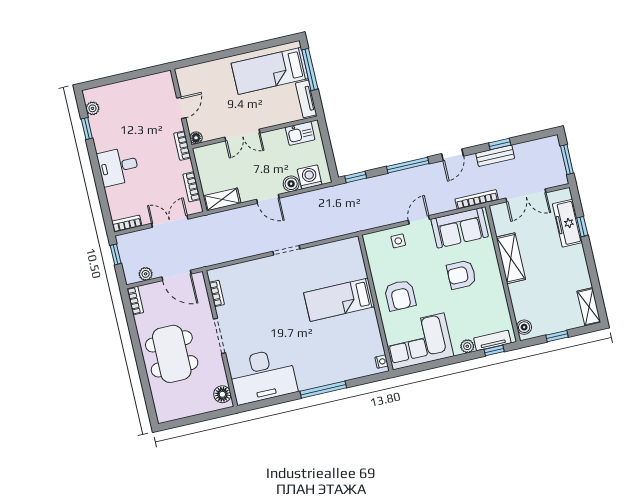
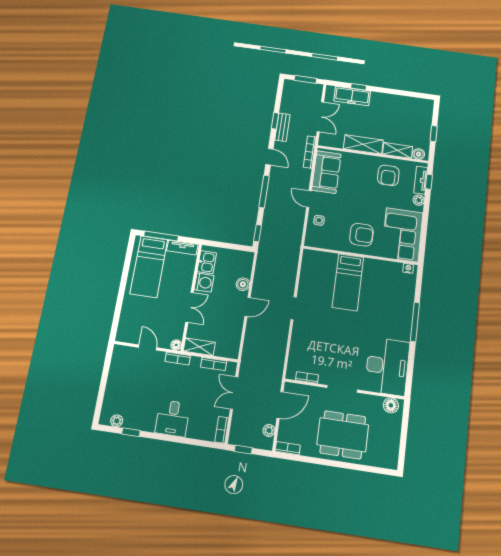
washing machine: (310, 177) -> (204, 283), moved, turned 180
shelving: (222, 199) -> (199, 347), moved, turned 90
armchair: (461, 275) -> (388, 175), moved
shelving: (589, 307) -> (398, 150), moved

